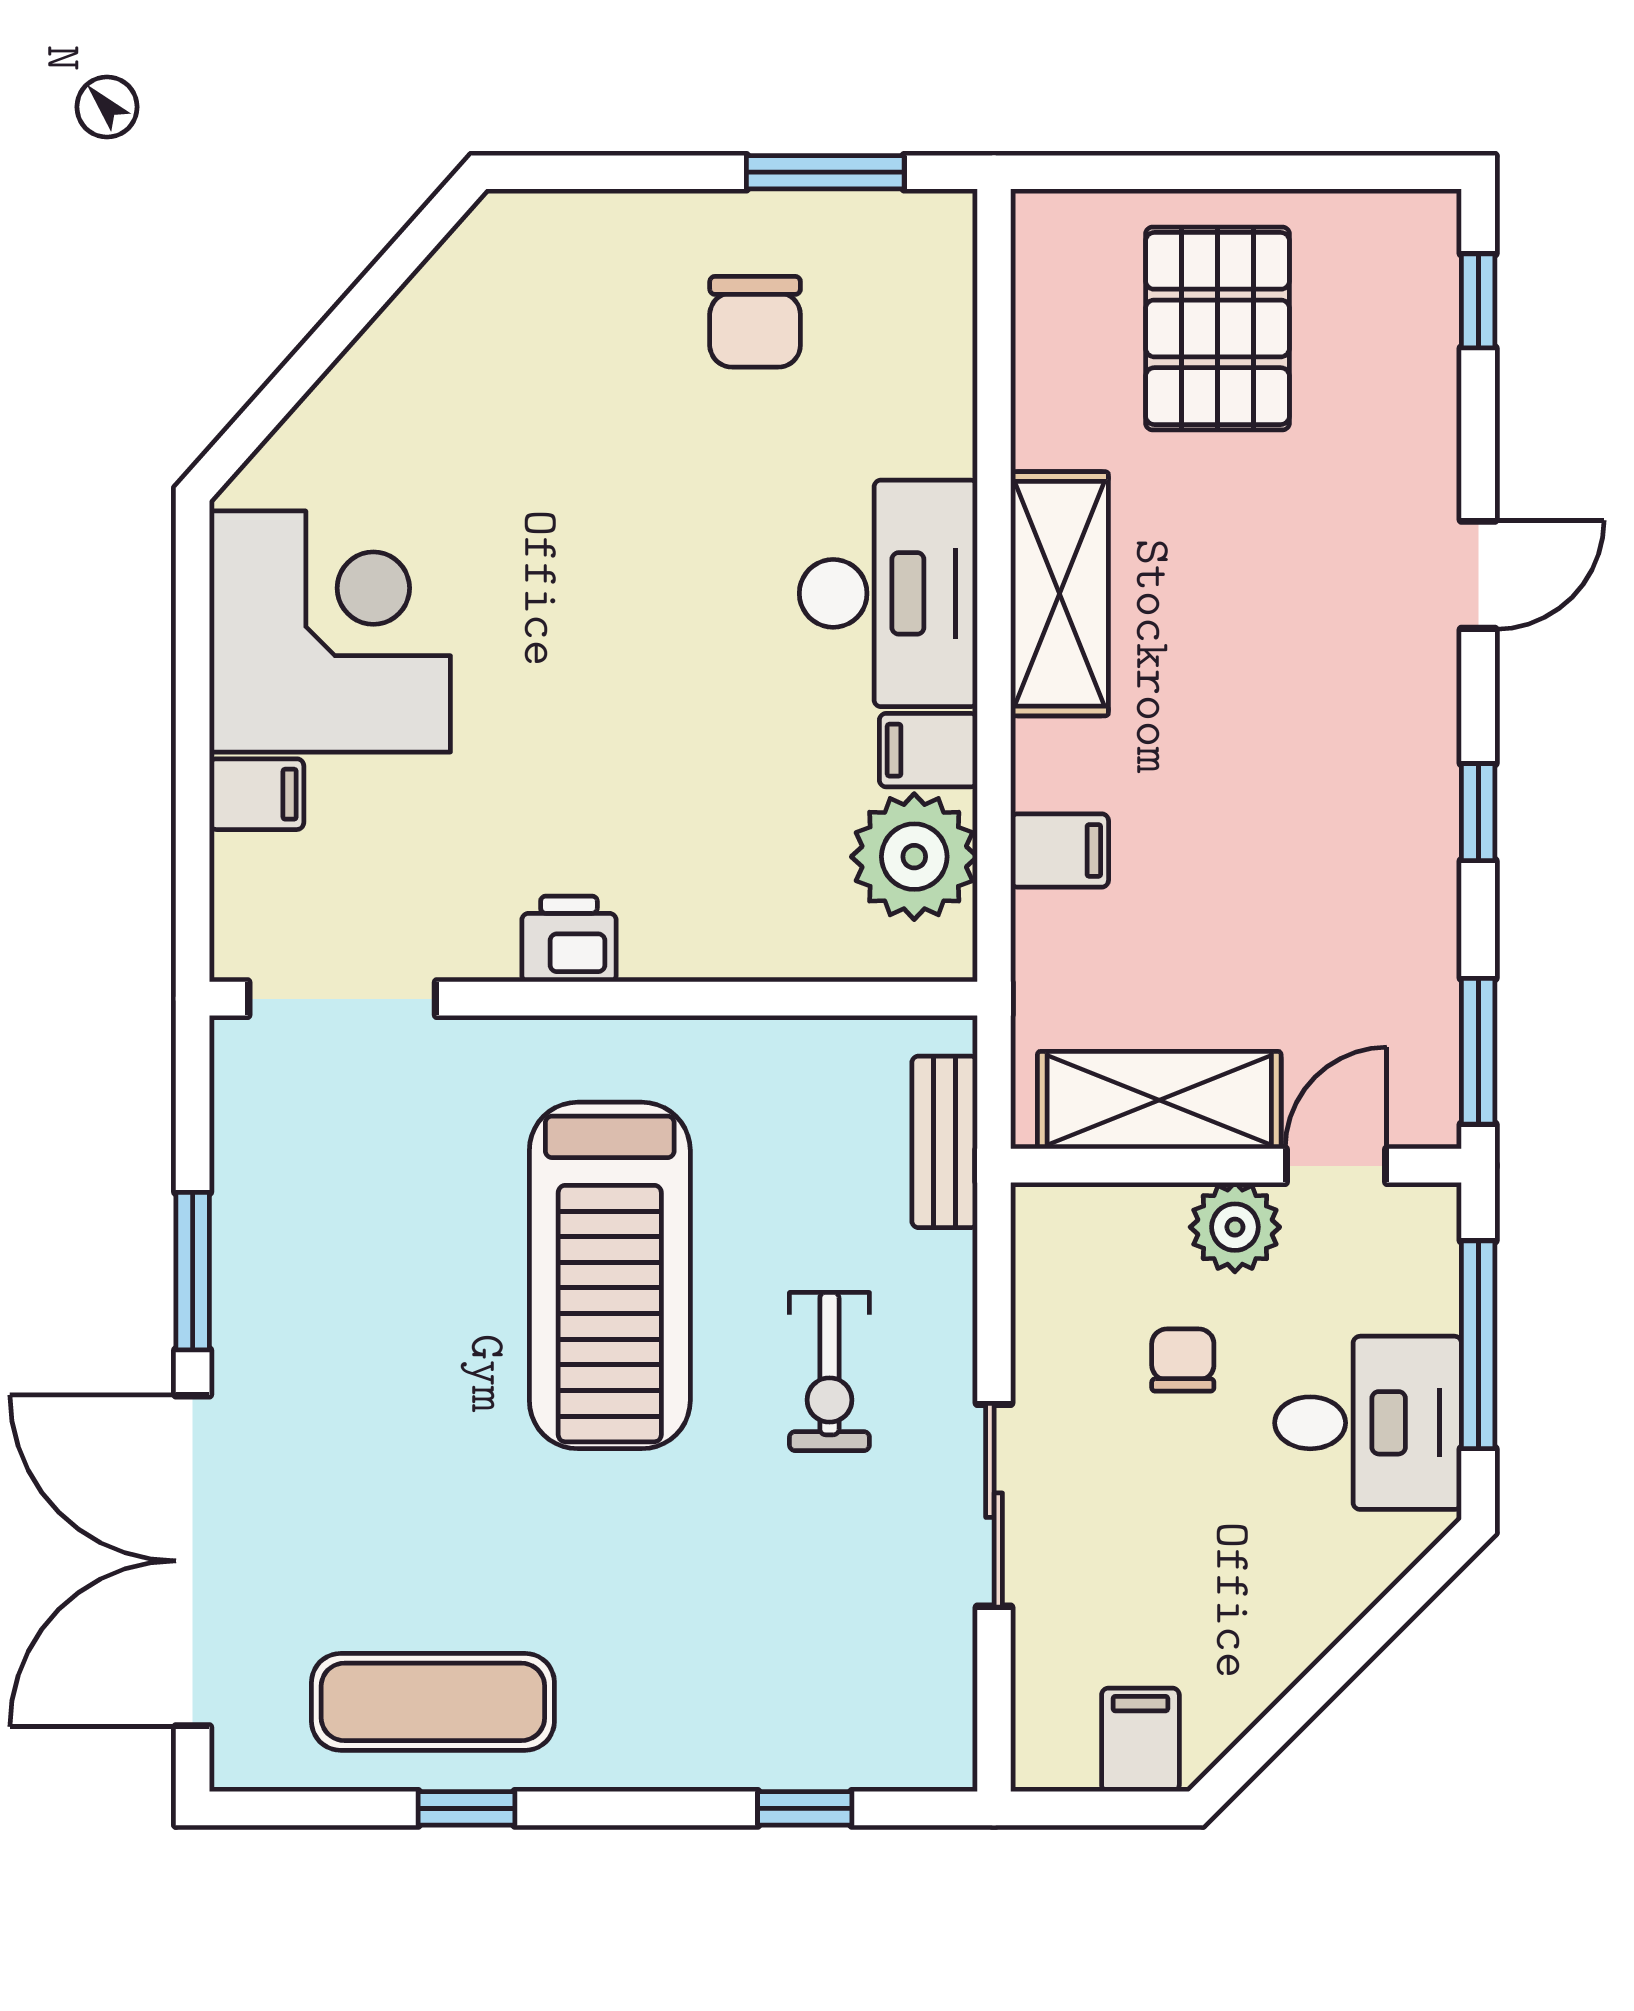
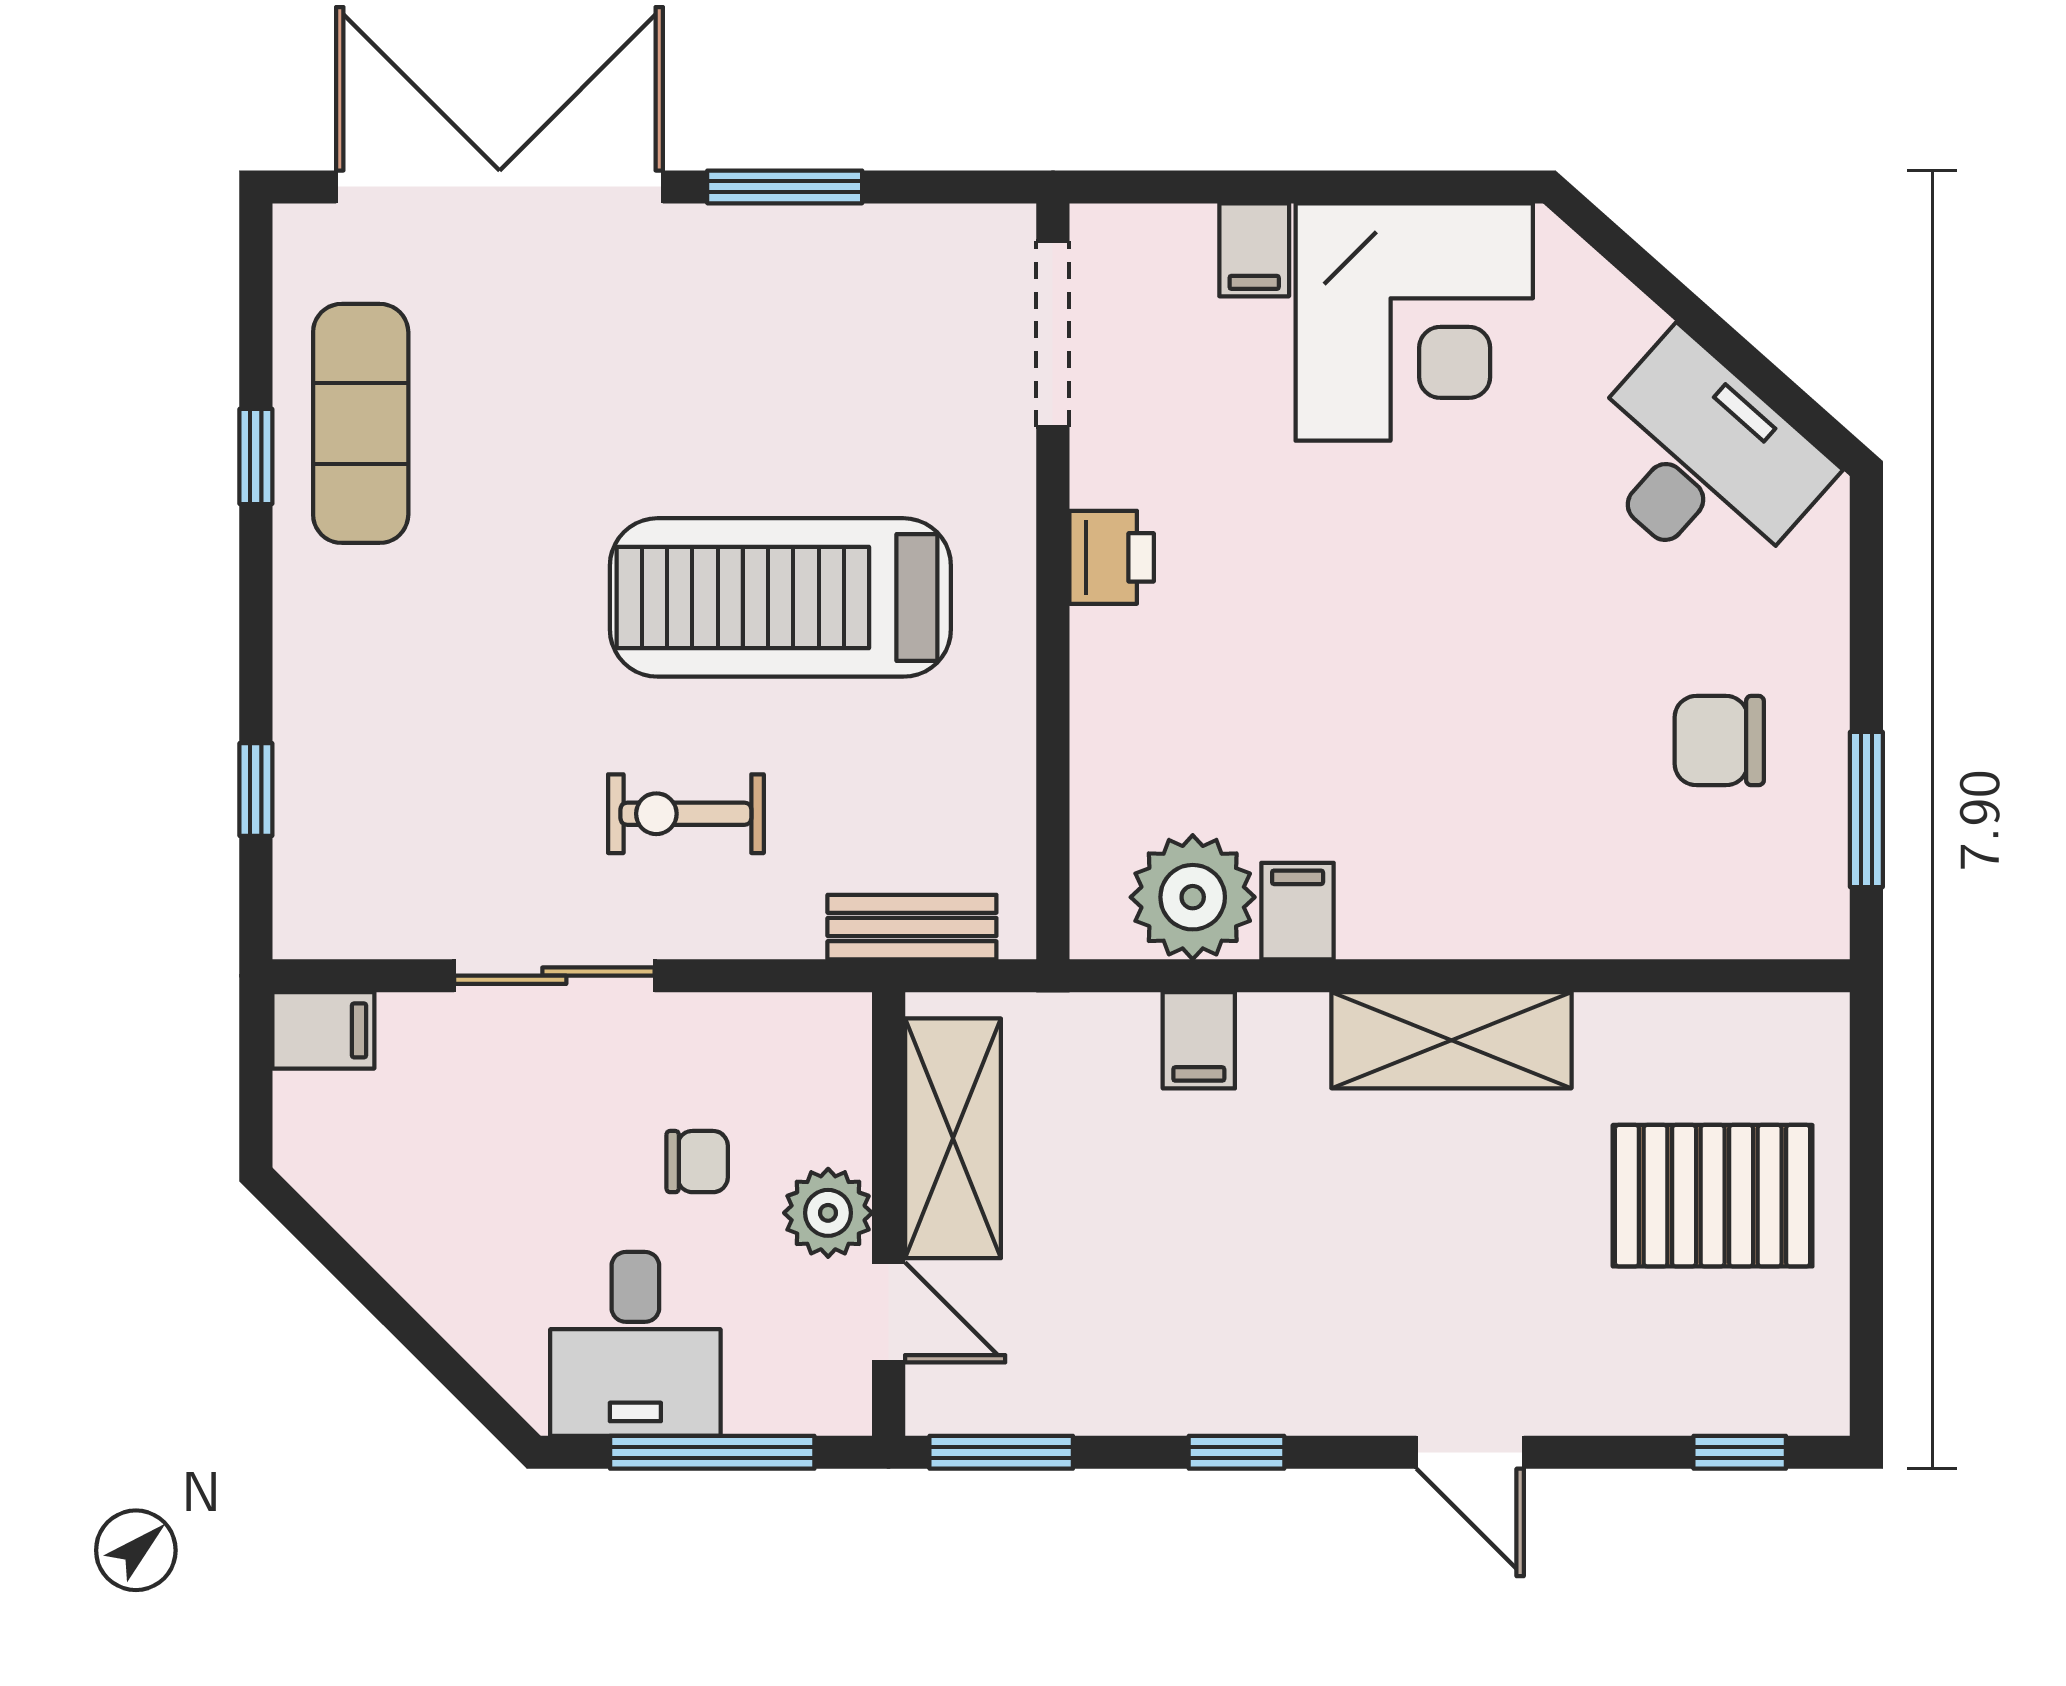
desk: (888, 593) -> (1702, 461), moved, turned -138
filing cabinet: (1140, 1740) -> (323, 1030), moved

